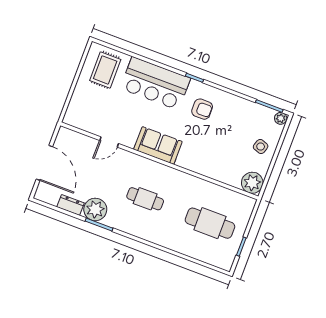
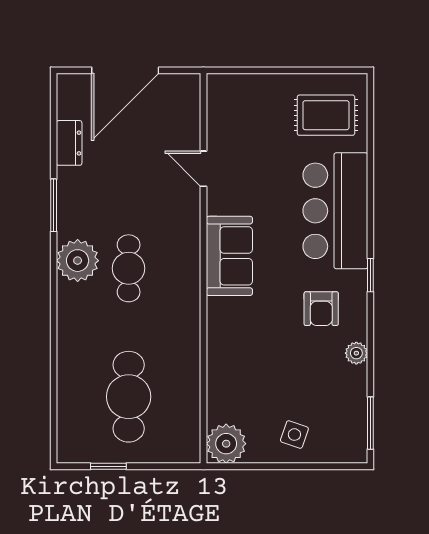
plant: (281, 118) -> (356, 353), moved
plant: (95, 209) -> (78, 261), moved

